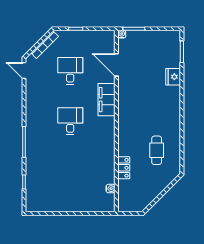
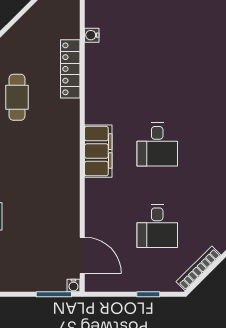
door: (116, 65) -> (82, 255), moved
filing cabinet: (106, 100) -> (98, 151), moved
locker: (124, 168) -> (70, 69), width x1.53

